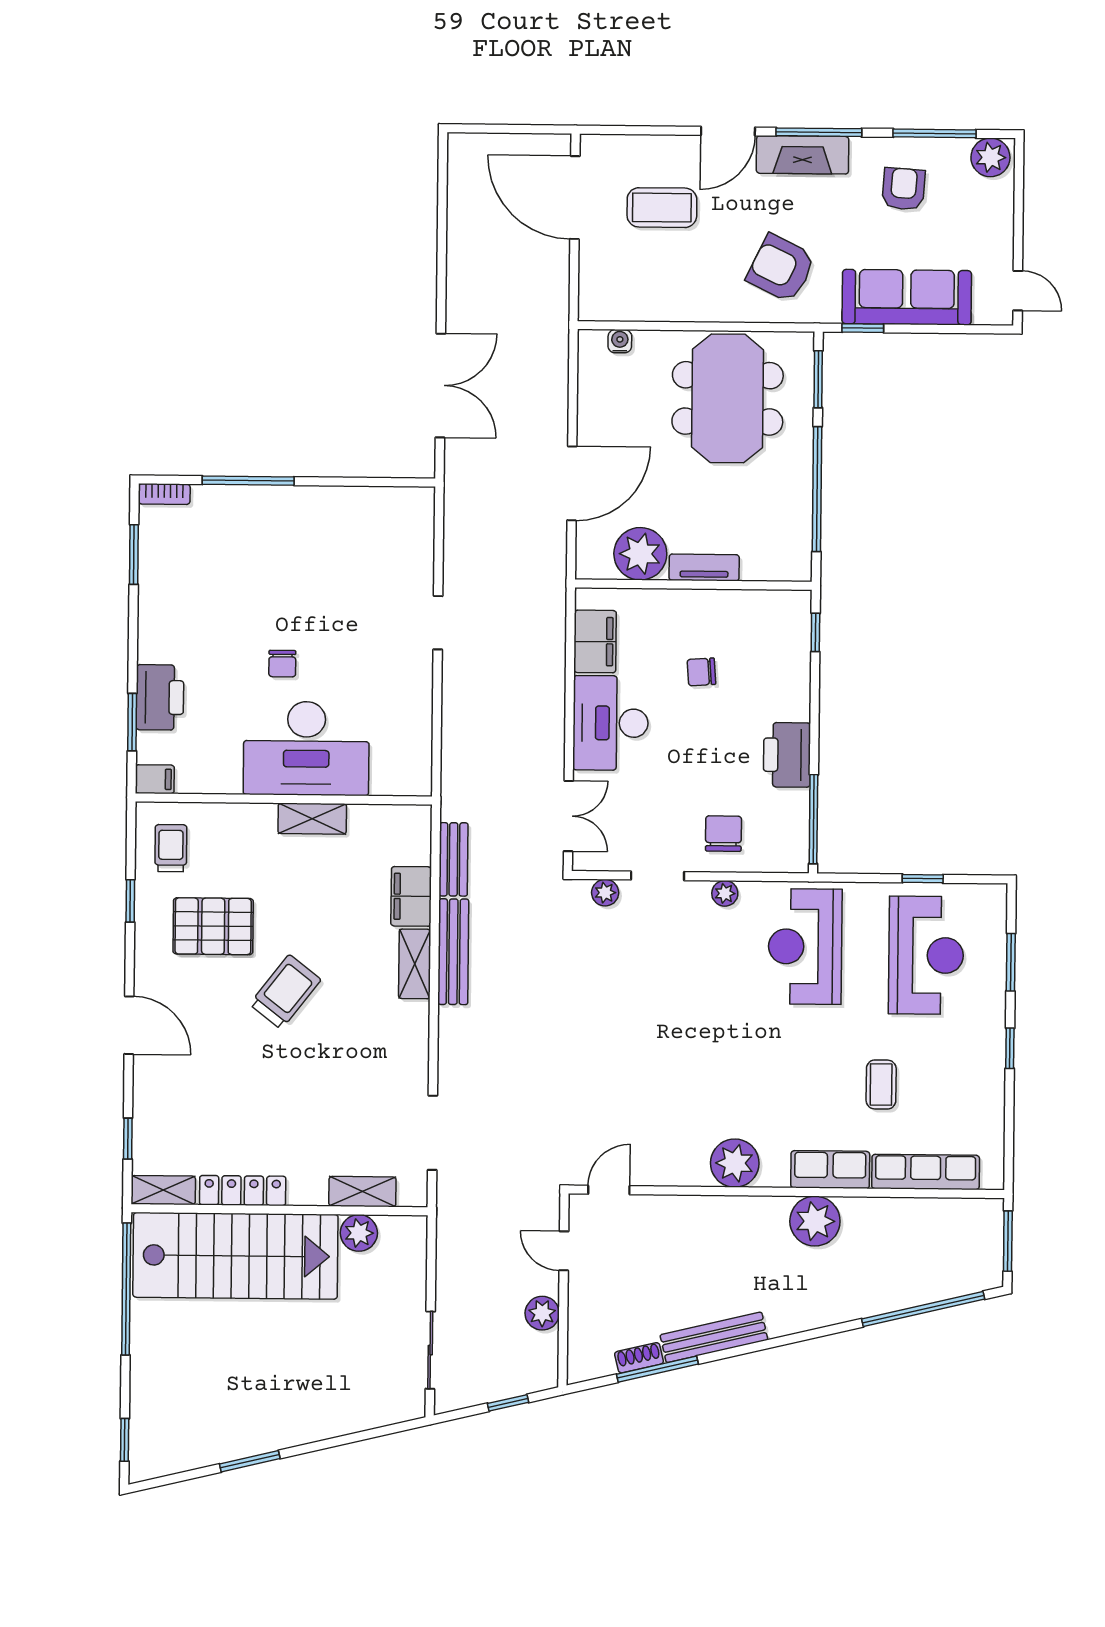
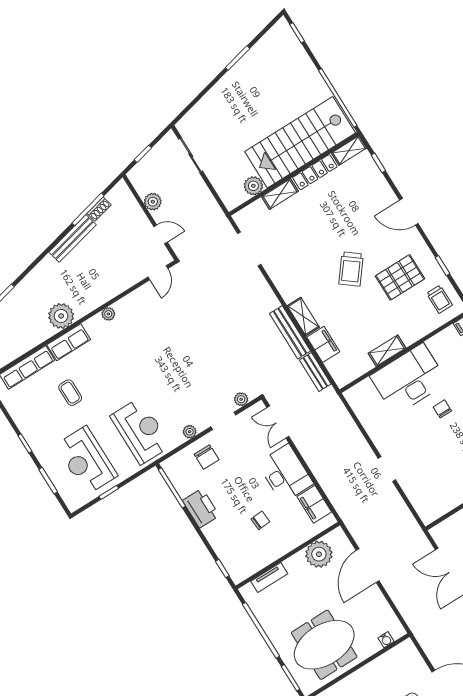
meeting table: (728, 398) -> (324, 645), turned 90
tv unit: (704, 567) -> (269, 577), moved
plant: (735, 1163) -> (108, 314), width x0.53, depth x0.53
shelving: (362, 1192) -> (280, 194), moved

